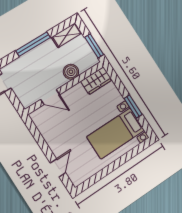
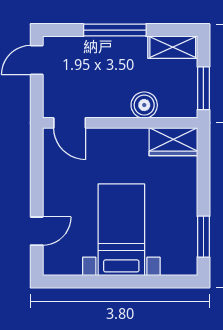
door: (50, 97) -> (70, 123), moved
window: (133, 106) -> (203, 237), moved
bed with nightstands: (116, 133) -> (121, 230), moved, turned 90

